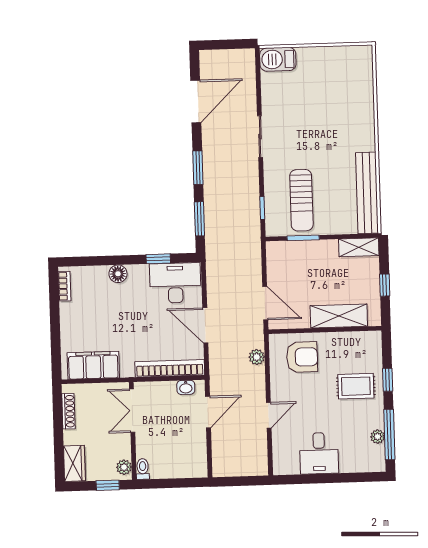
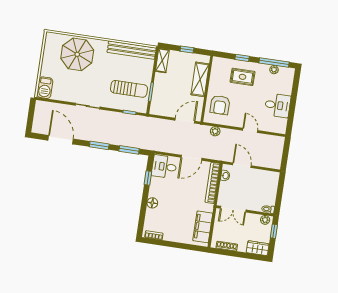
parasol: (343, 103) -> (77, 54), added
desk: (175, 283) -> (164, 167), width x0.73
armchair: (302, 357) -> (220, 105), turned 180
rug: (356, 386) -> (243, 77), turned 90

